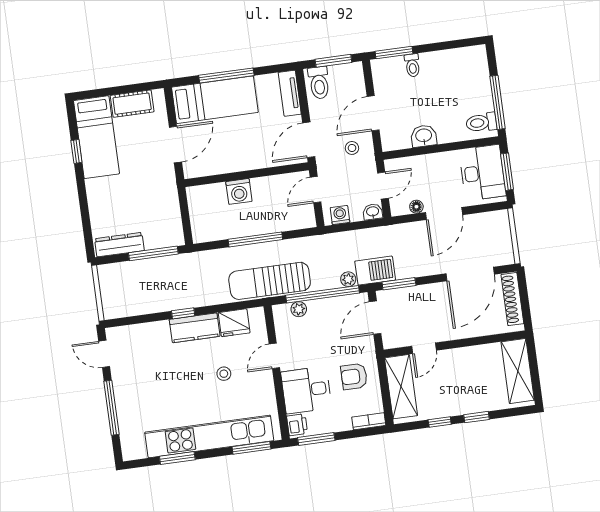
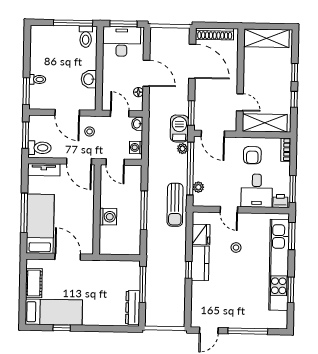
sun lounger: (270, 281) -> (175, 205), width x0.73, depth x0.75

